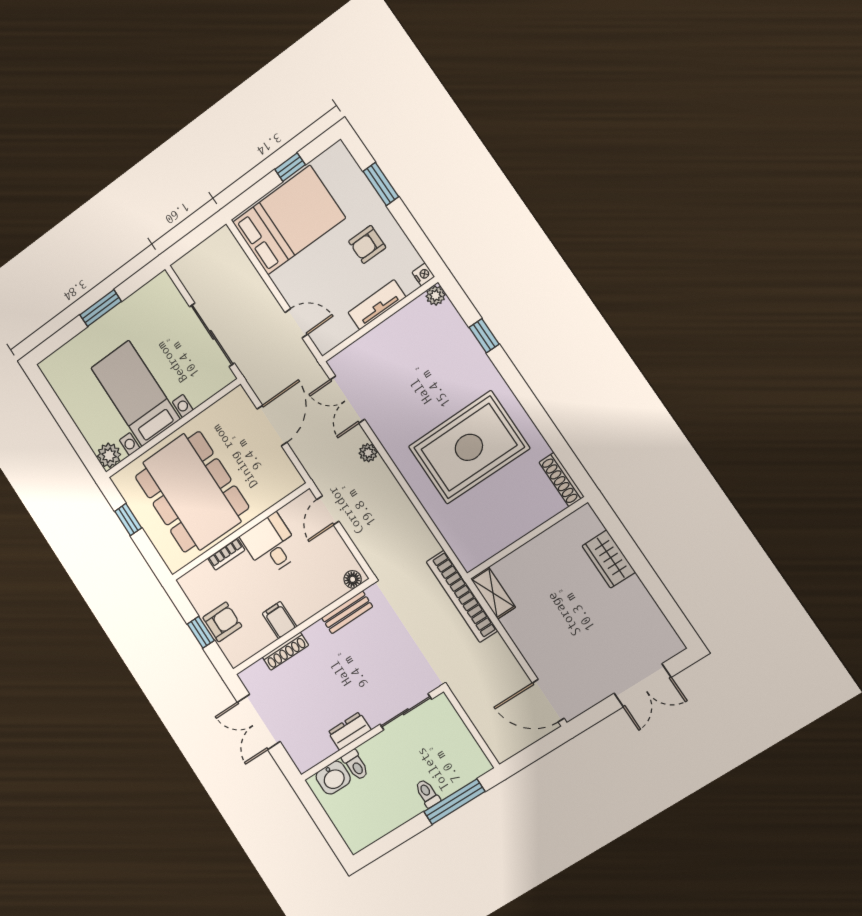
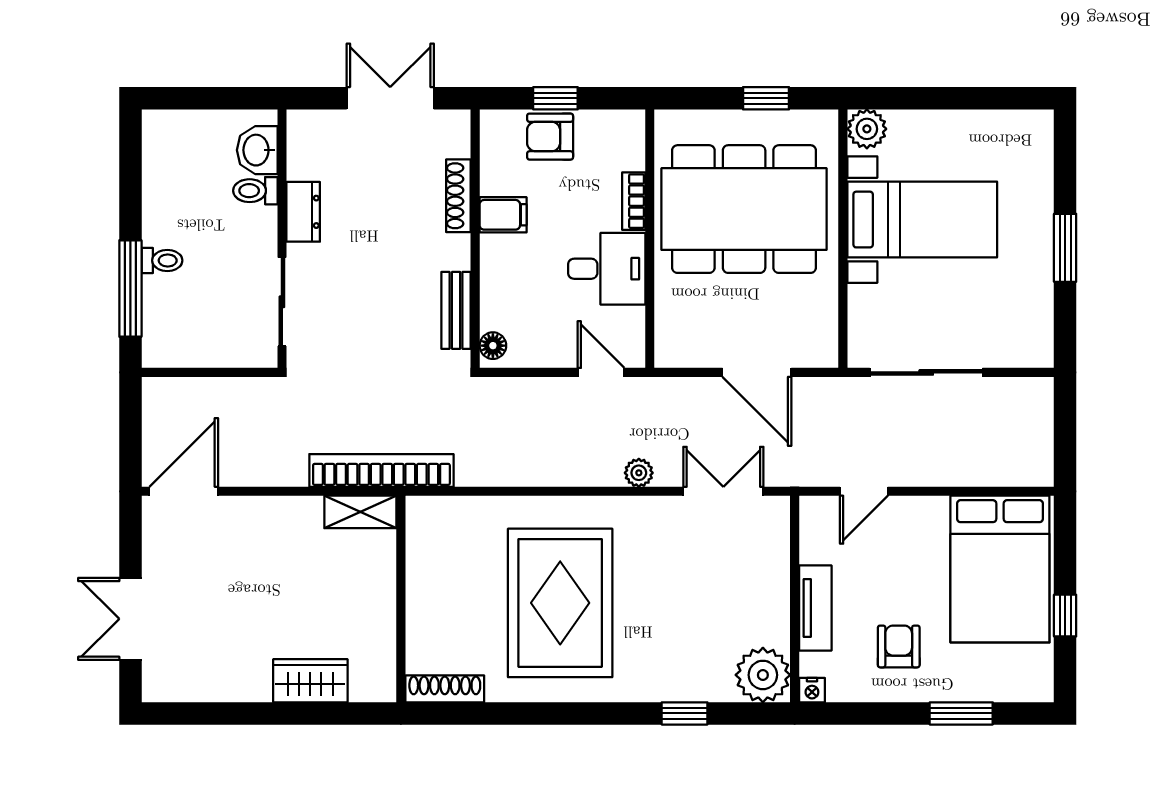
plant: (436, 295) -> (763, 675), width x1.88, depth x1.88
armchair: (222, 622) -> (550, 137), turned 90

